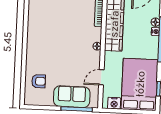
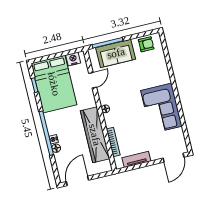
corner sofa: (43, 31) -> (161, 108), added
armchair: (39, 81) -> (146, 44), moved, turned 180

